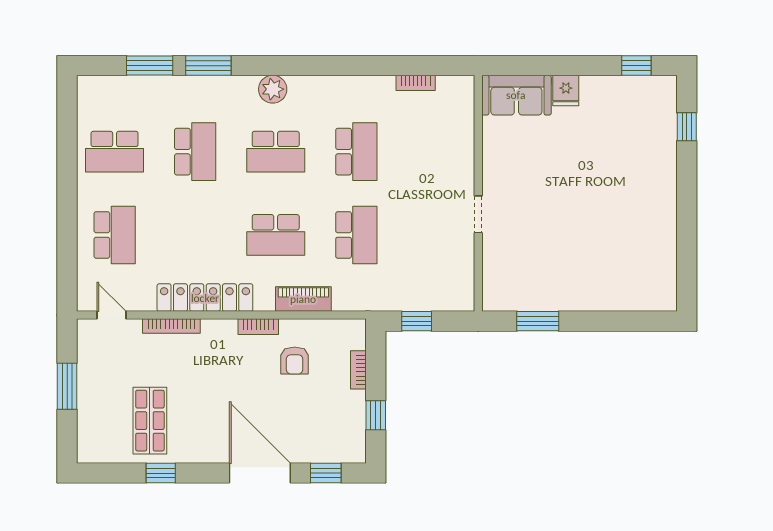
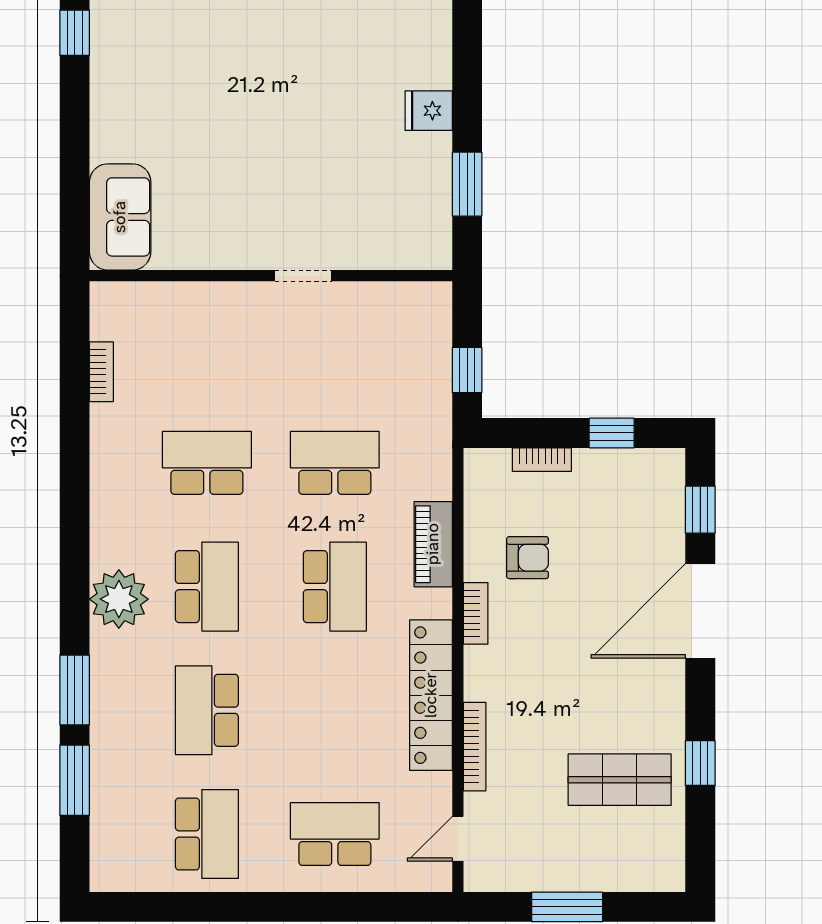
plant: (273, 89) -> (119, 599), width x1.36, depth x1.36
fridge: (566, 90) -> (429, 111), moved, turned 180
school desk: (195, 152) -> (207, 710), turned -90

